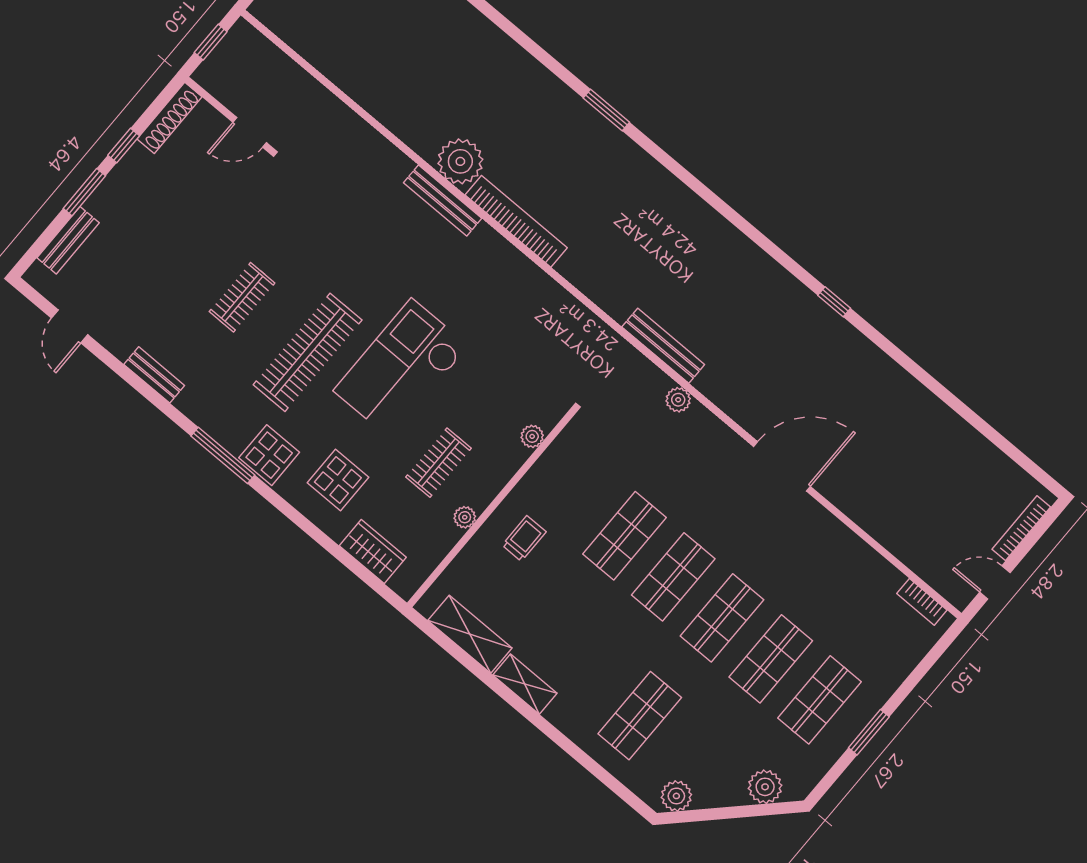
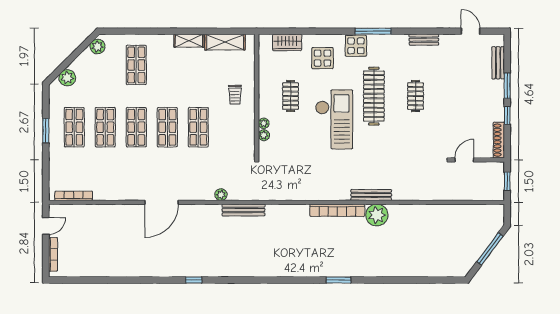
plant: (465, 517) -> (264, 123), moved
bookcase: (922, 602) -> (74, 196), width x1.56

